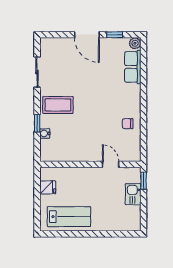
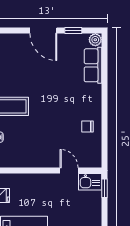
kitchen sink: (133, 194) -> (90, 182), moved, turned -90

